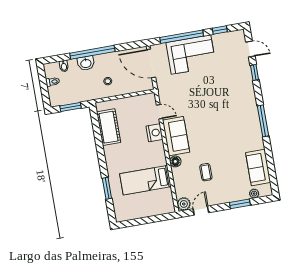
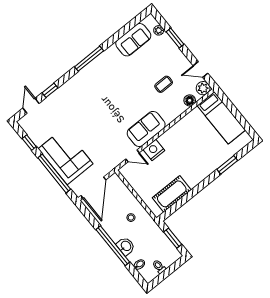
door: (160, 112) -> (132, 156), swing flipped
floor lamp: (175, 161) -> (190, 100), moved
bed: (145, 180) -> (221, 118), moved

